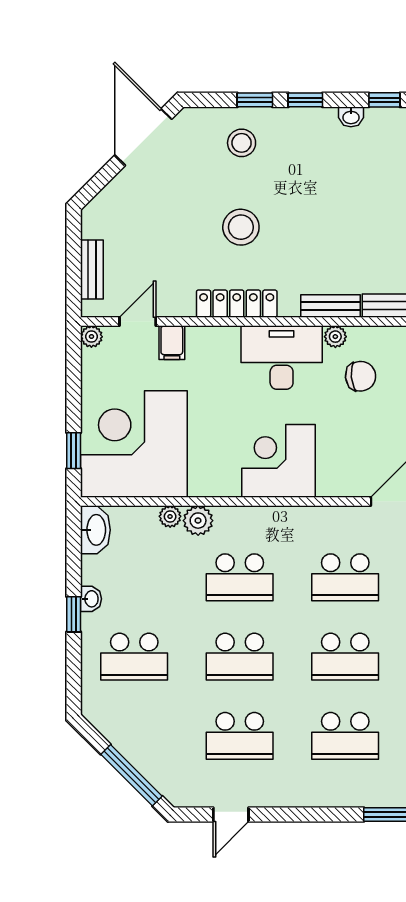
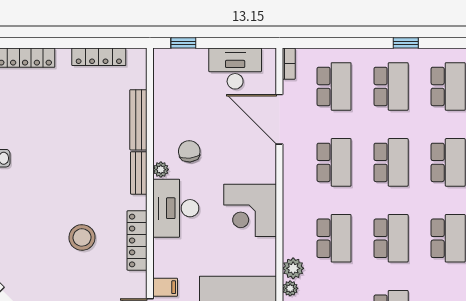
stool: (242, 143) -> (21, 237), removed

